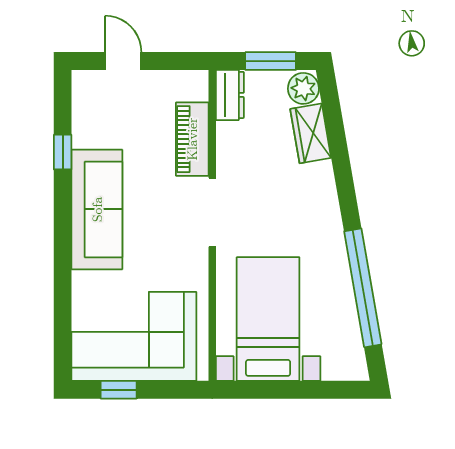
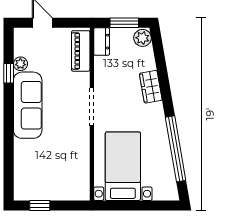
wardrobe: (311, 133) -> (151, 87), moved
plant: (84, 135) -> (20, 64), added
piano: (192, 139) -> (81, 51), moved
corner sofa: (134, 336) -> (48, 176), removed

